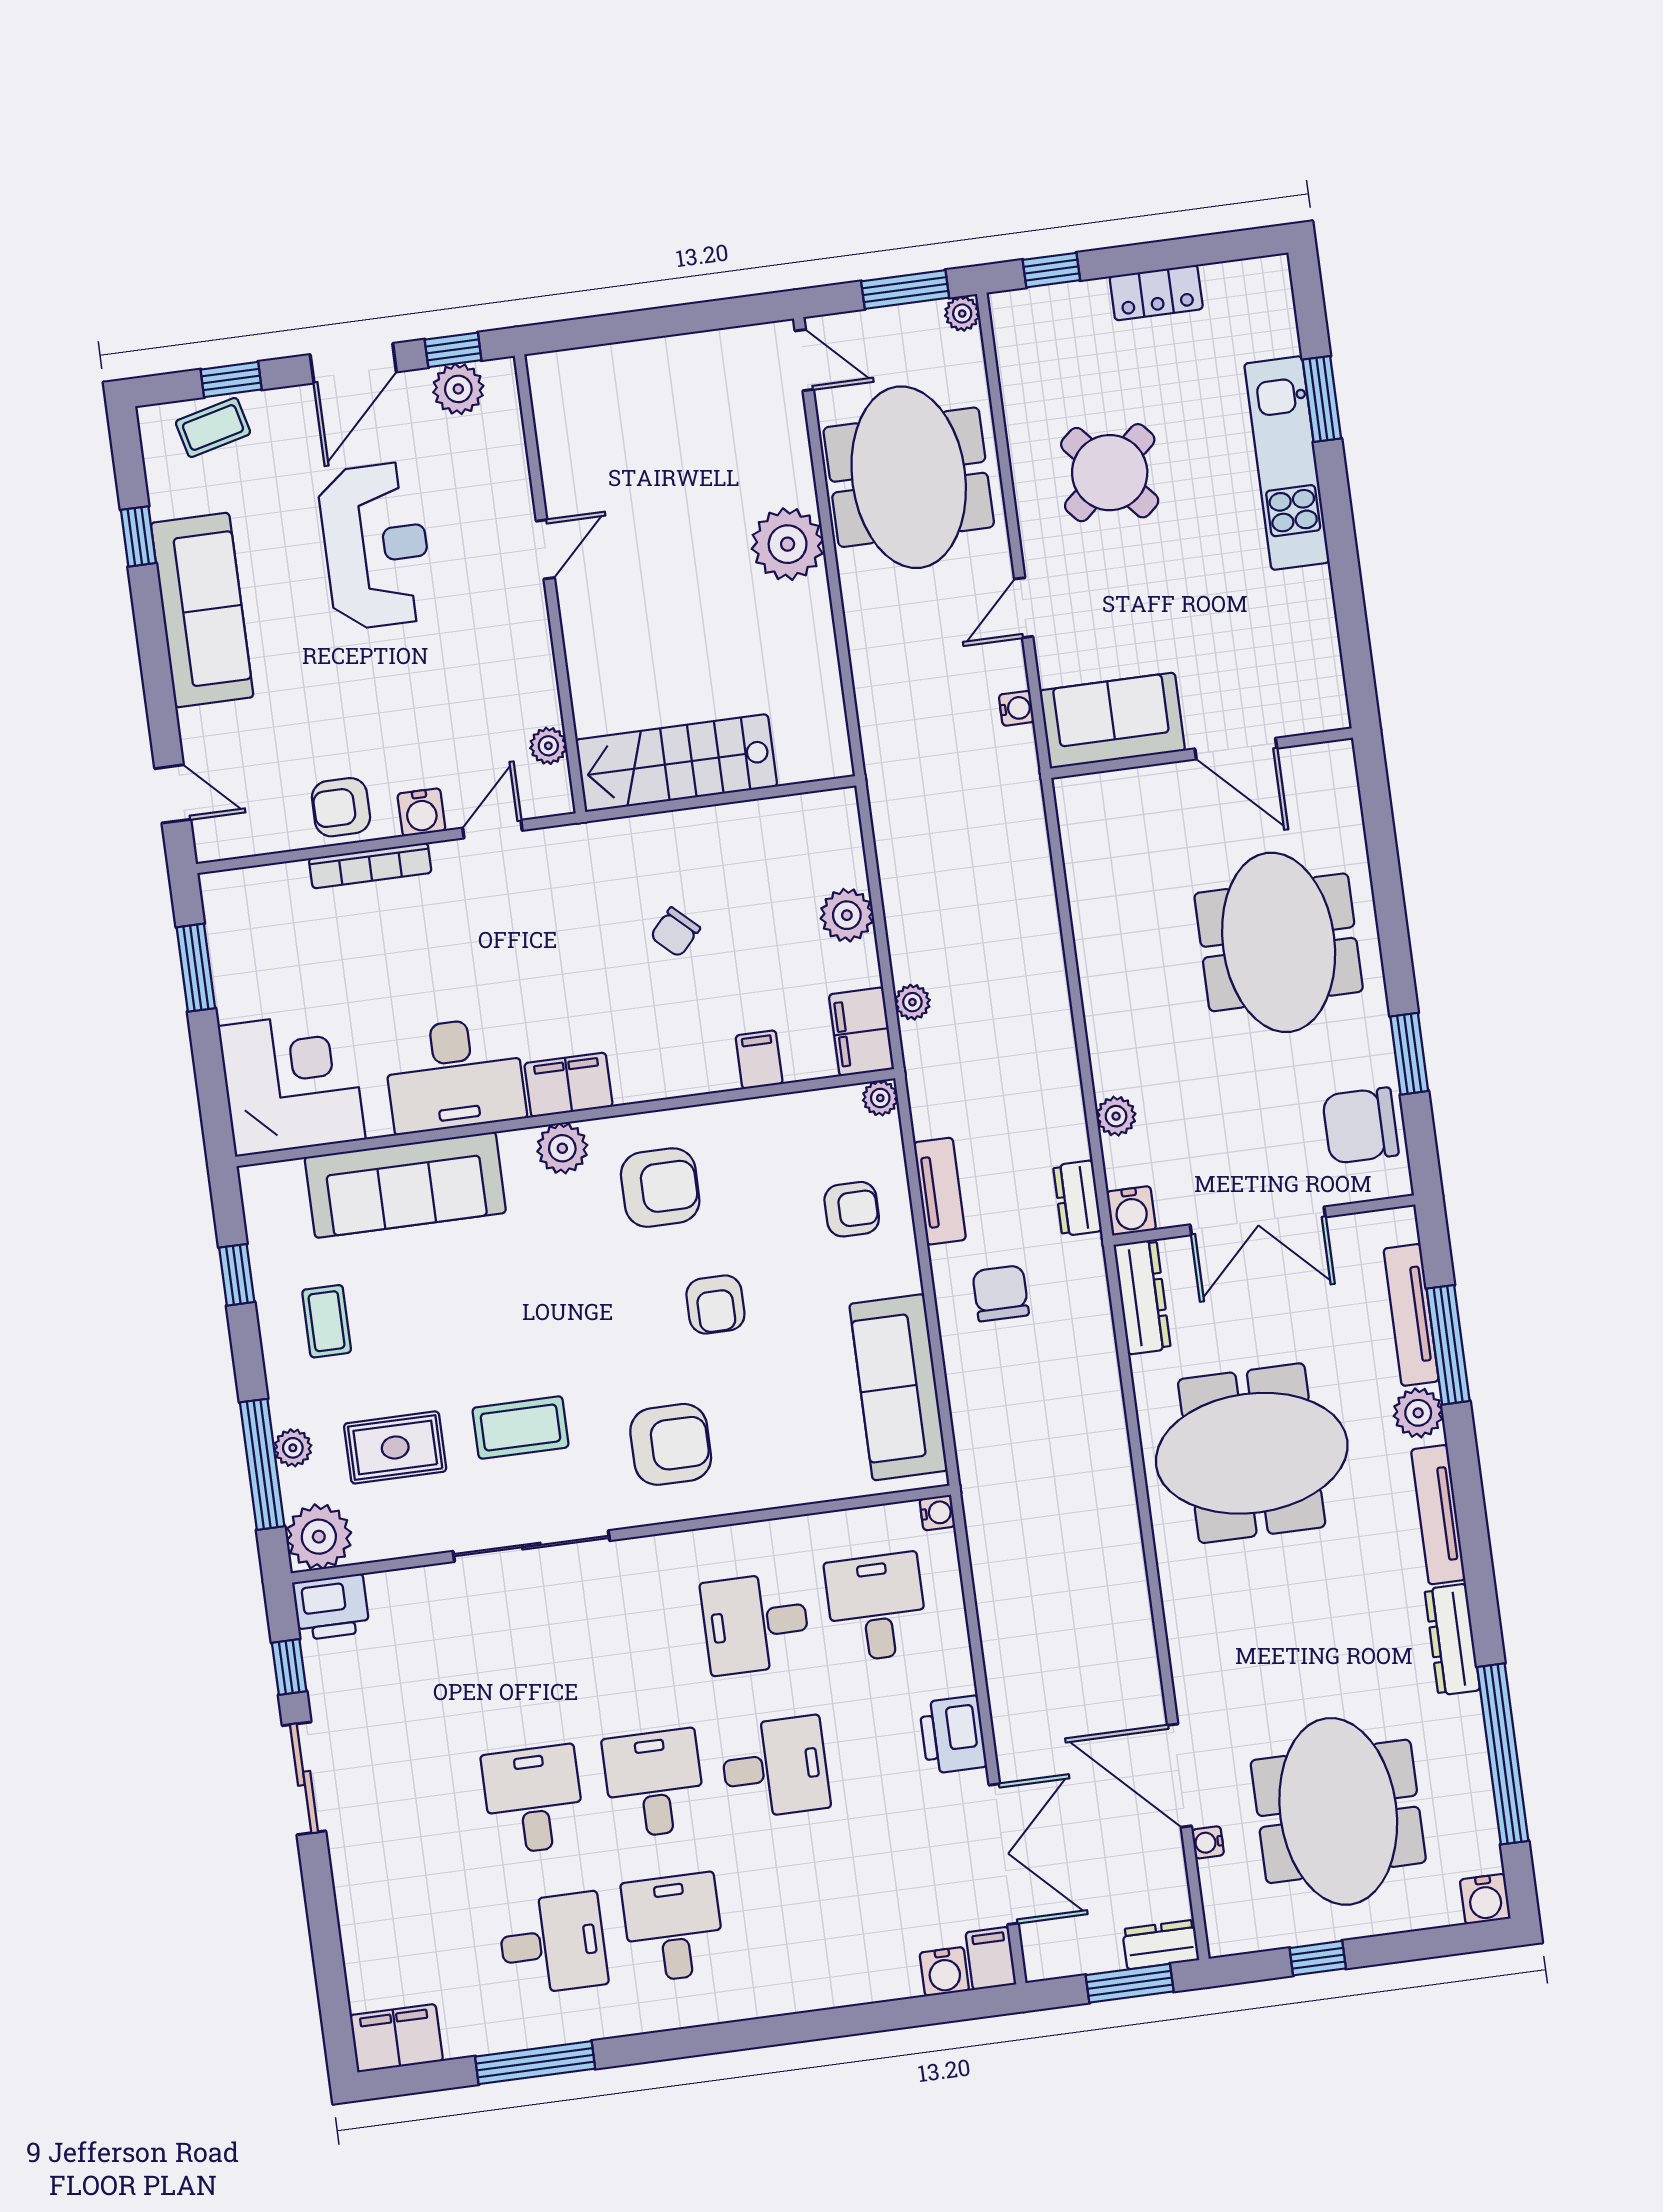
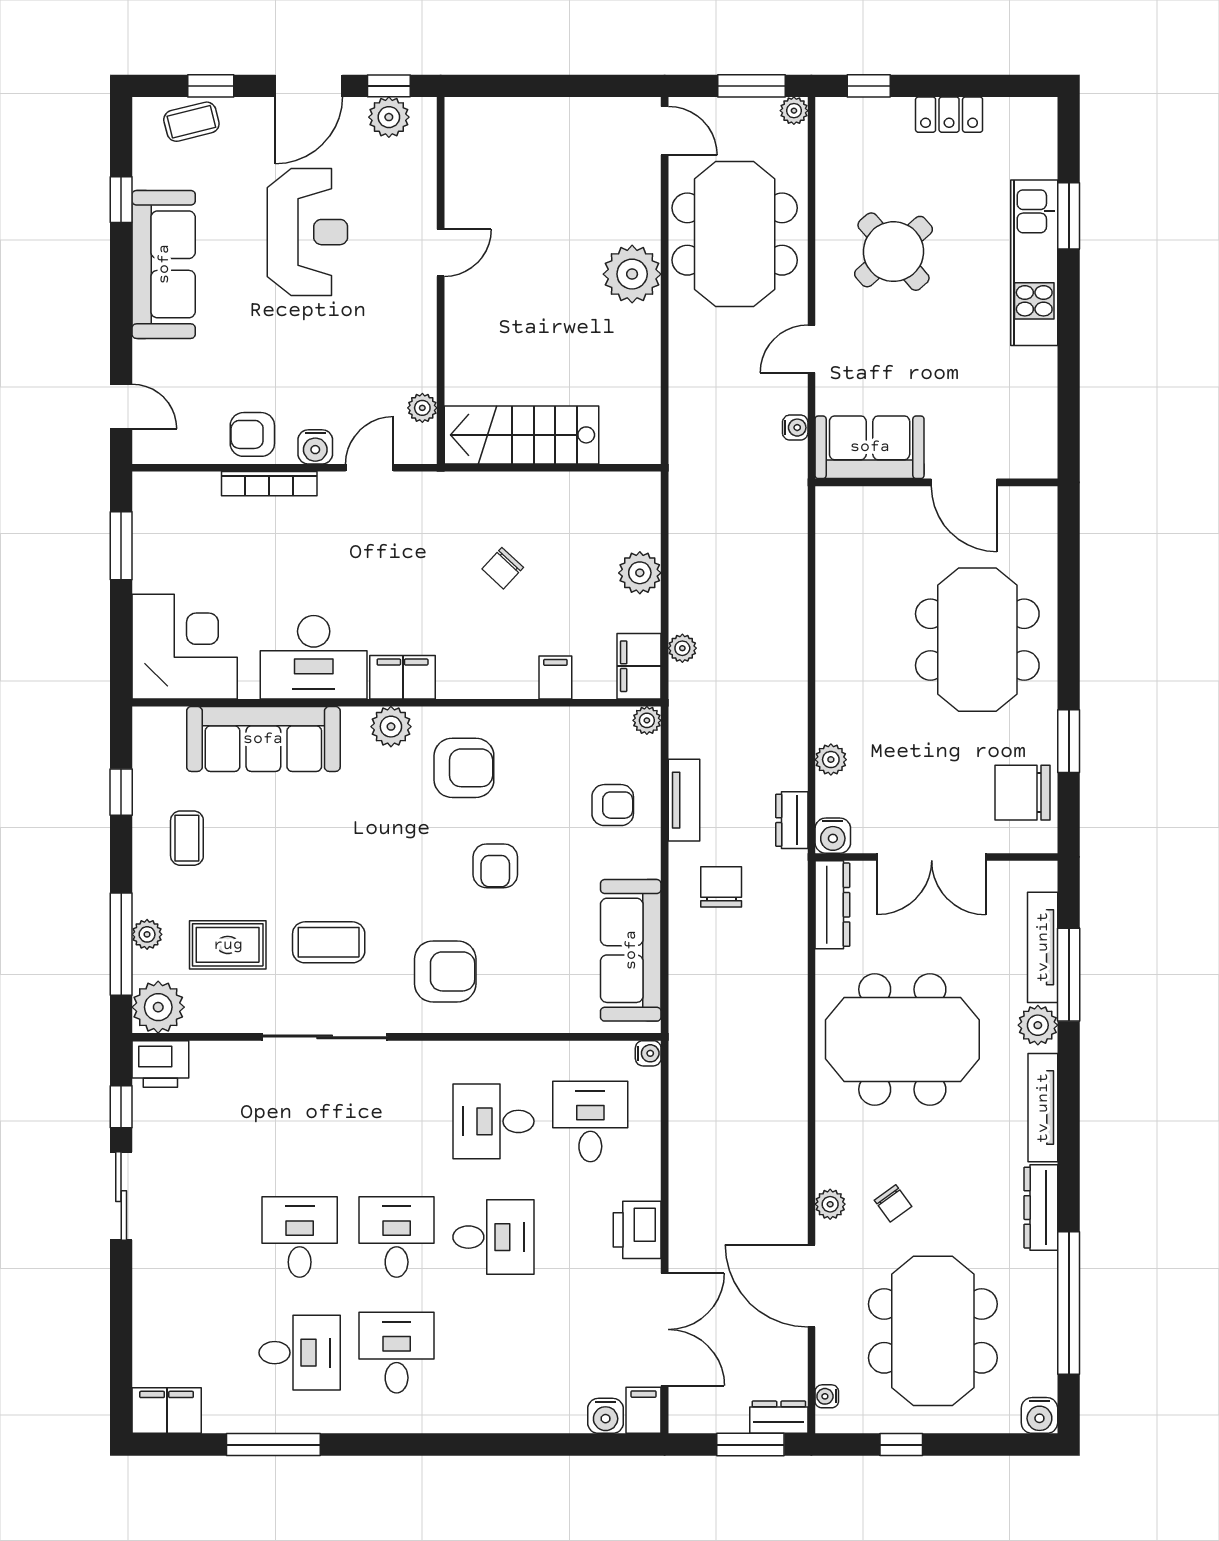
chair: (1267, 1659) -> (893, 1203), added
plant: (1189, 1671) -> (830, 1204), added
water cooler: (1208, 1842) -> (827, 1396), moved

